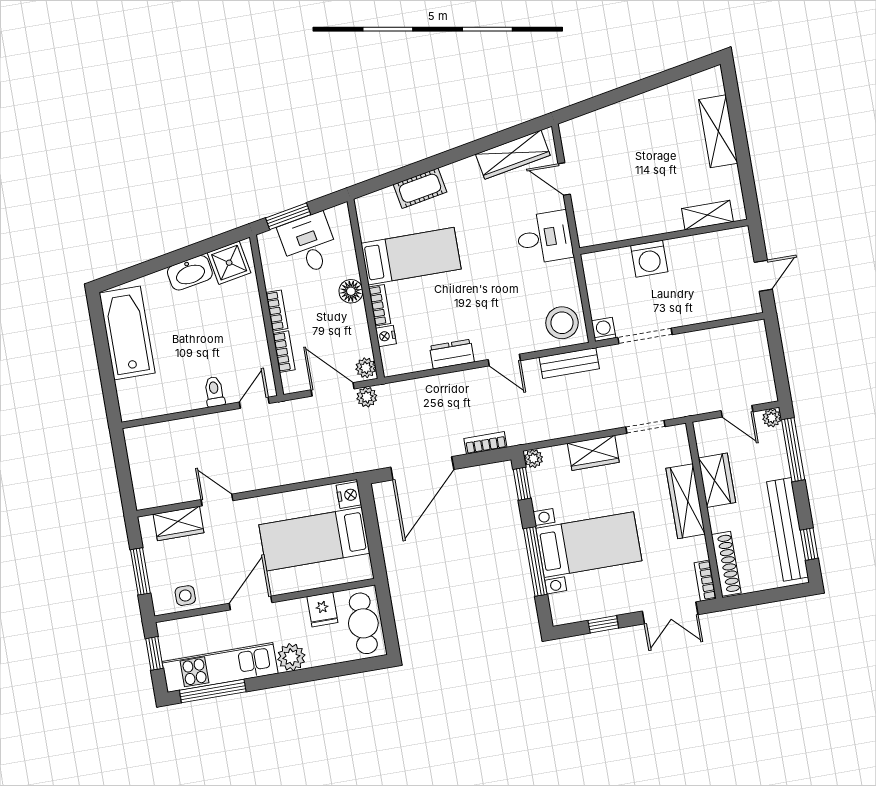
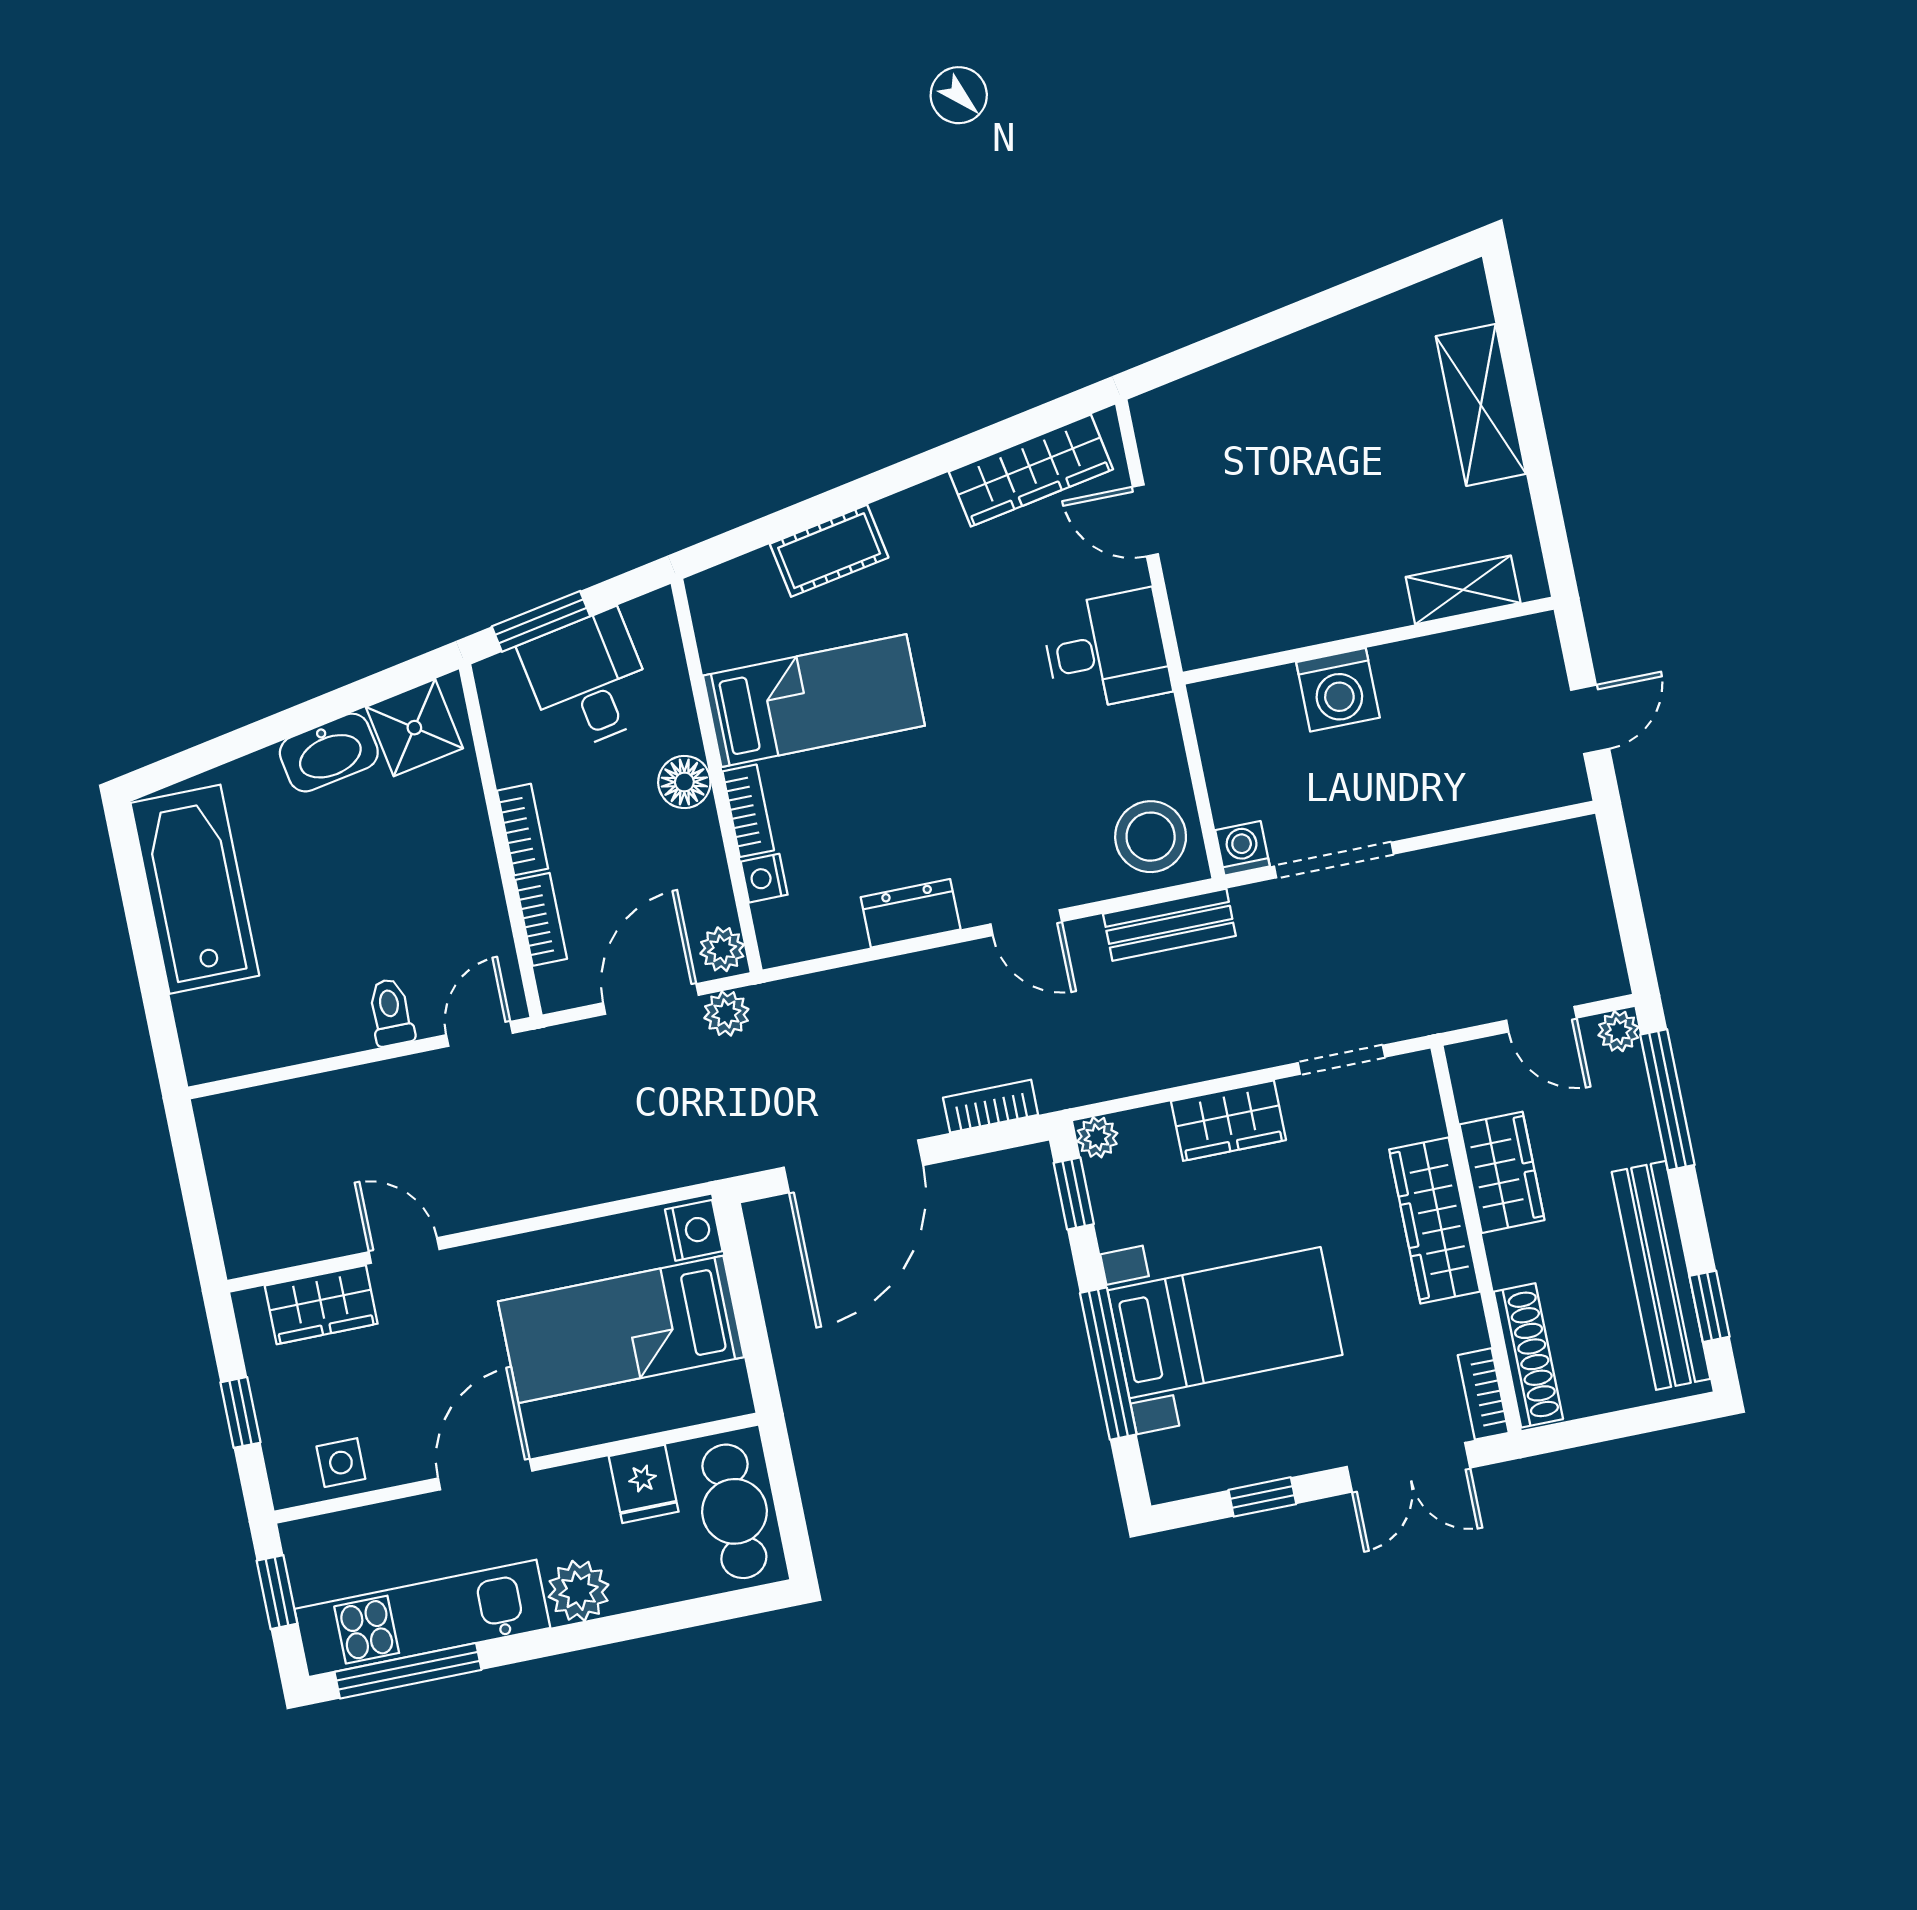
door: (333, 389) -> (651, 999), hinge flipped
window: (140, 571) -> (240, 1412), width x0.67

